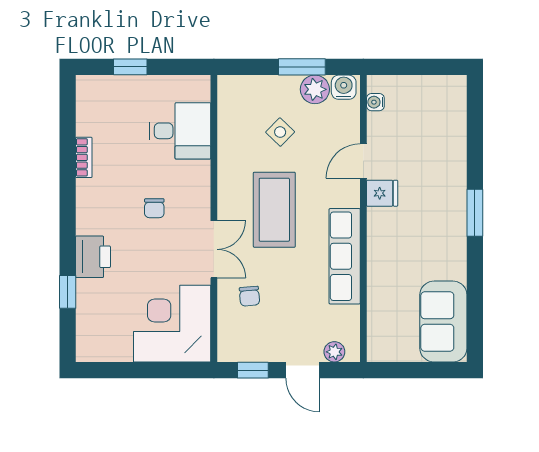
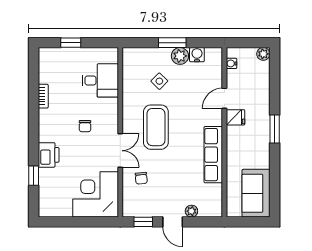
plant: (456, 86) -> (263, 54), added
water cooler: (375, 102) -> (231, 63), moved
door: (363, 161) -> (224, 98), moved
fridge: (382, 193) -> (235, 117), moved
wall: (363, 219) -> (224, 132), moved
row of seats: (345, 256) -> (213, 155), moved

